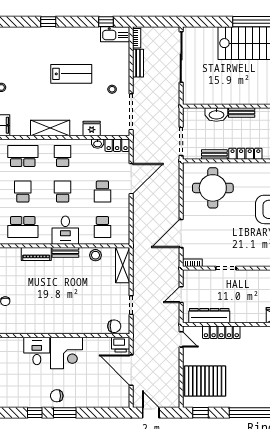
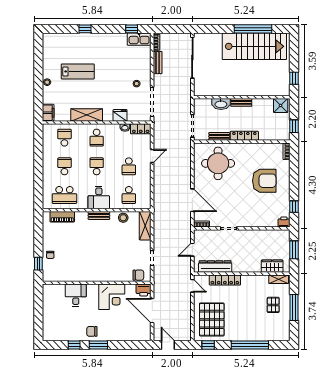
lab bench: (71, 74) -> (78, 71), moved
school desk: (23, 156) -> (64, 138), width x0.54
school desk: (63, 156) -> (97, 138), turned 180
door: (131, 179) -> (152, 156), width x0.53
door: (181, 234) -> (192, 200), swing flipped
piano: (36, 254) -> (62, 217), moved
corner desk: (67, 353) -> (112, 297), moved
pallet: (205, 381) -> (212, 319), turned 90

